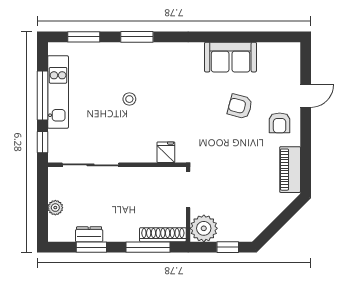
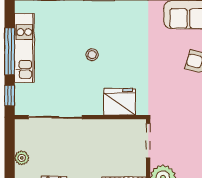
fridge: (166, 152) -> (120, 102), width x1.88, depth x1.34

